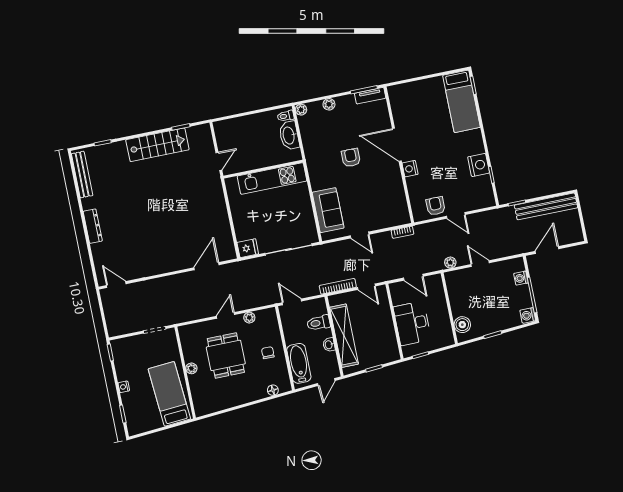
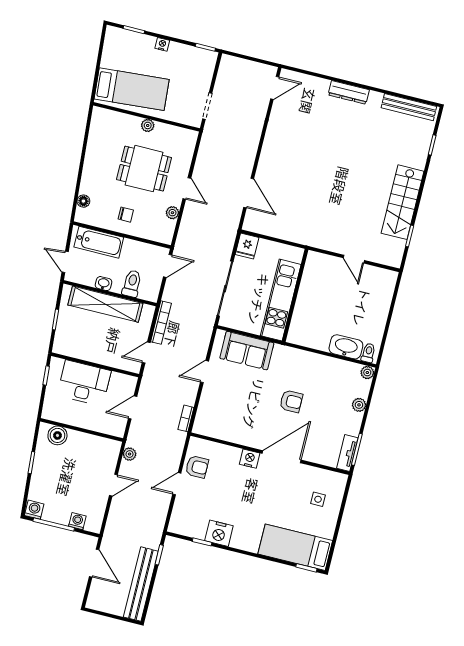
side table: (416, 101) -> (318, 499), added
wall: (263, 169) -> (295, 295), moved
kitchen unit: (272, 179) -> (281, 300), moved

